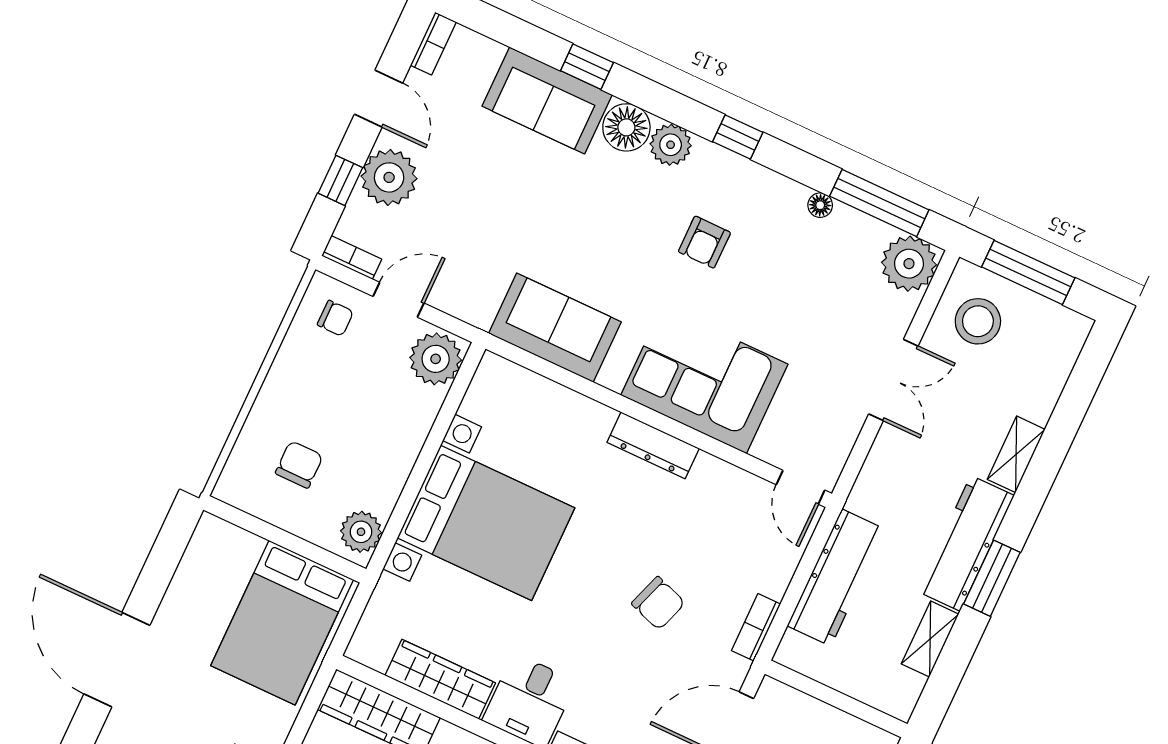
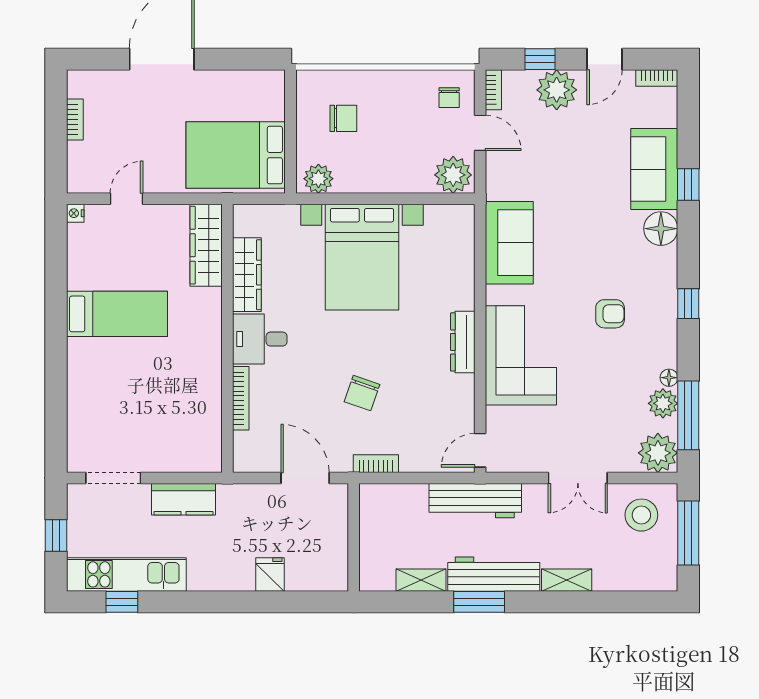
plant: (671, 145) -> (663, 403), moved
armchair: (704, 242) -> (610, 314), turned 180
workbench: (836, 578) -> (475, 501), moved

